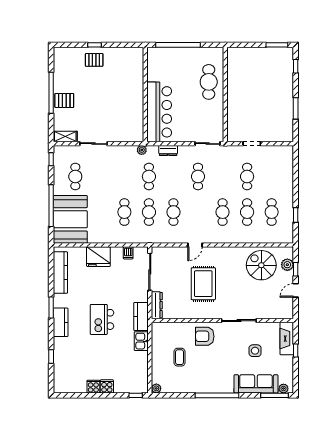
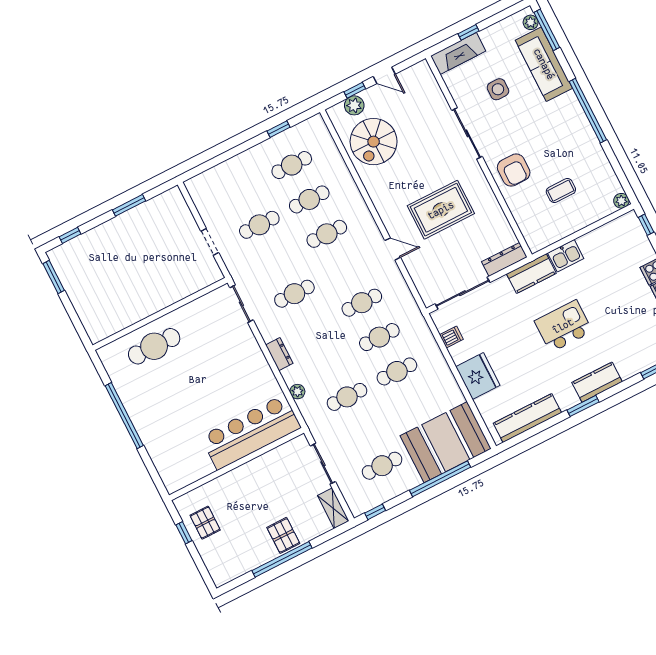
wall: (145, 95) -> (236, 464), moved
bar counter: (159, 112) -> (251, 432), moved
cafe table: (149, 176) -> (347, 397), moved
kitchen island: (102, 319) -> (563, 326), turned 180

